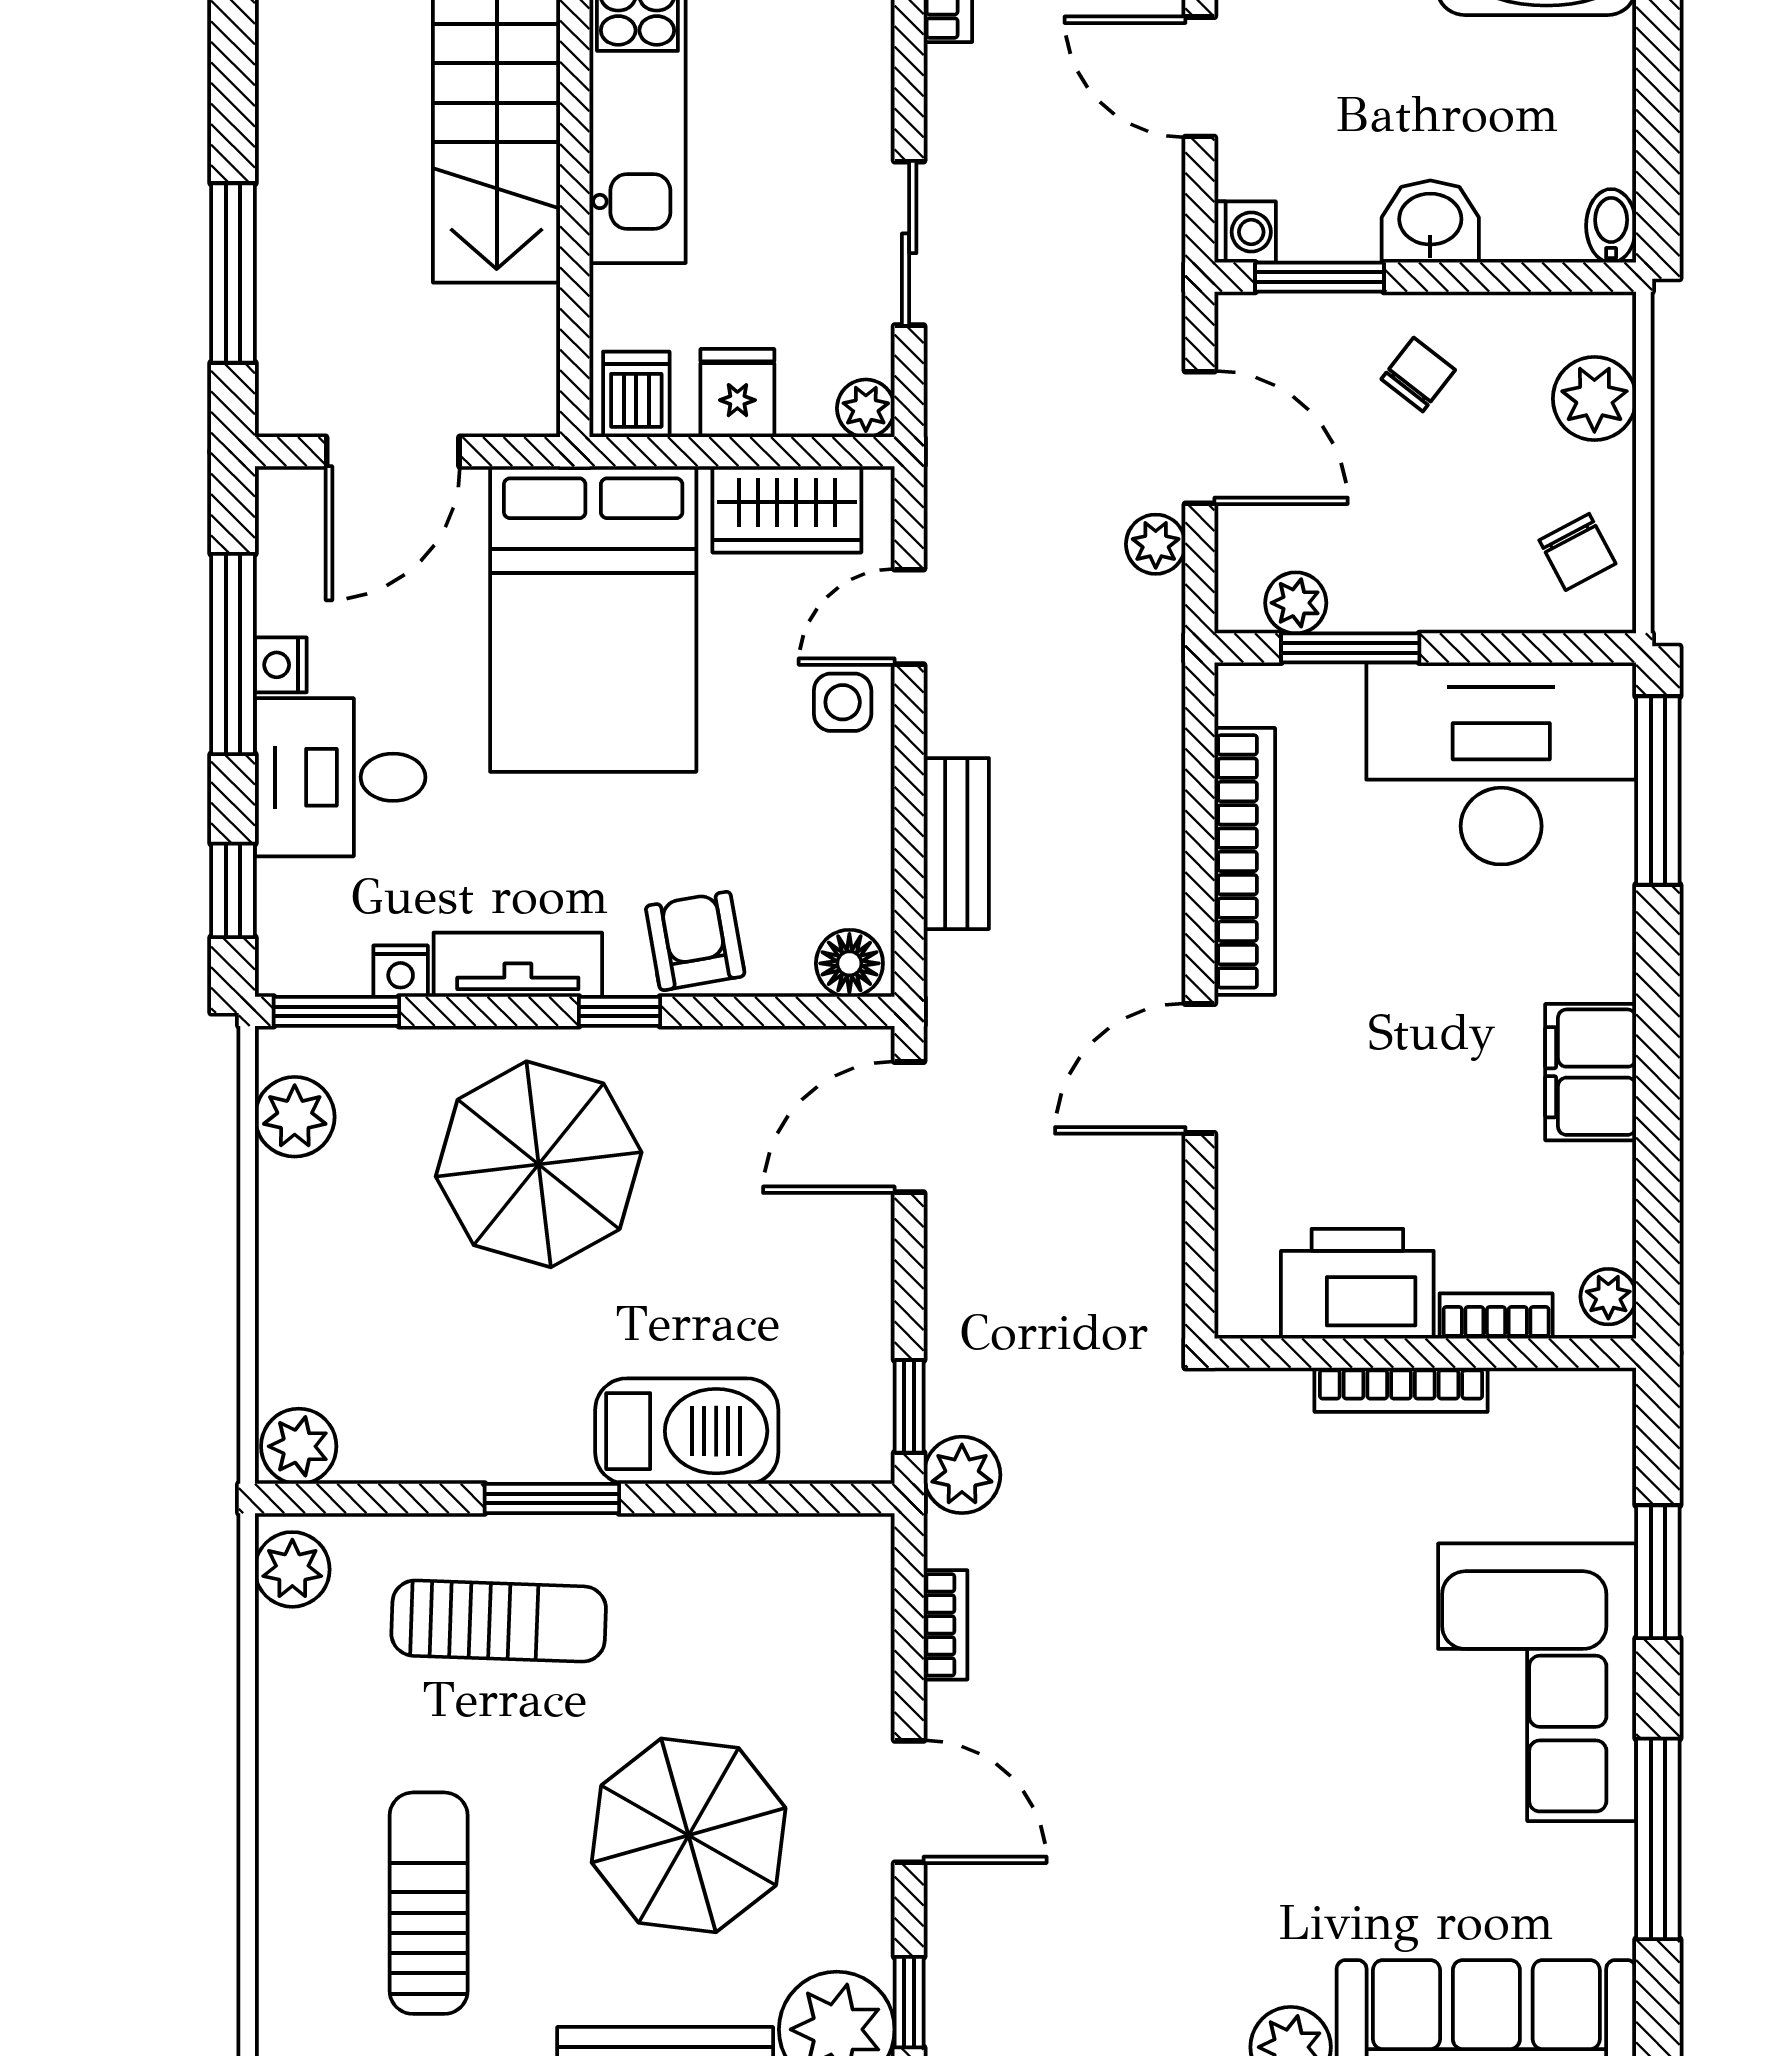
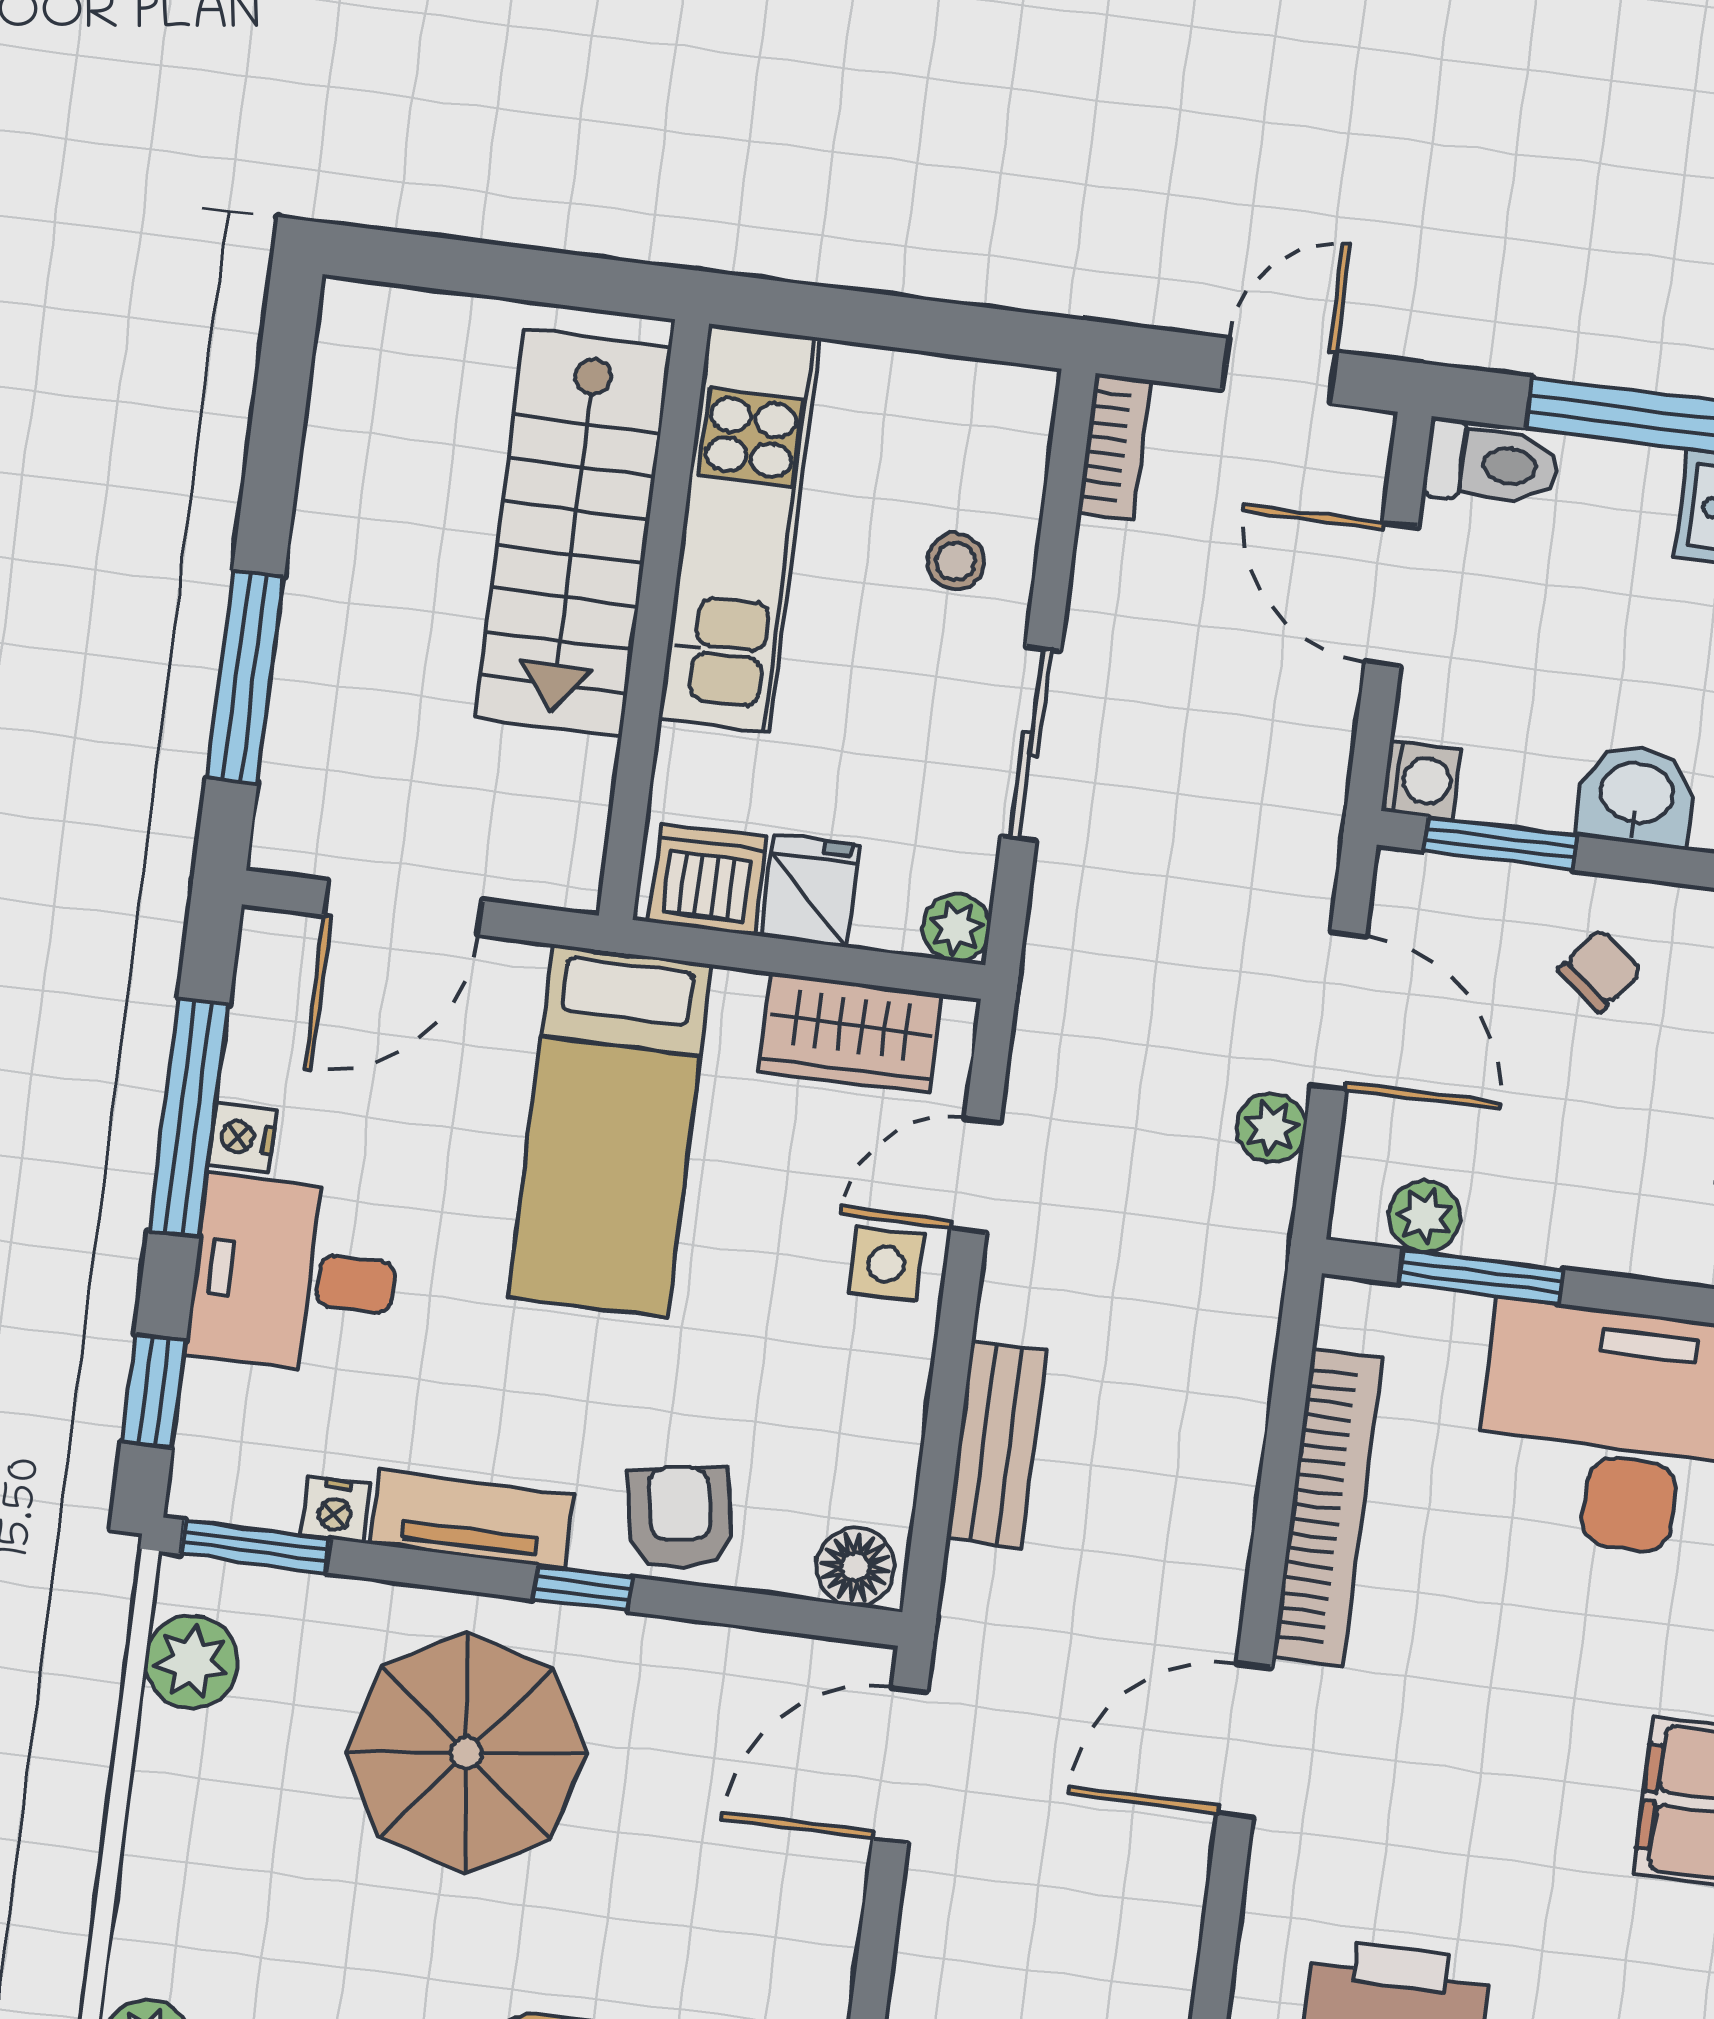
stool: (825, 96) -> (956, 561), added
dishwasher: (636, 394) -> (708, 879), width x1.38
bed: (593, 619) -> (610, 1131), width x0.67

